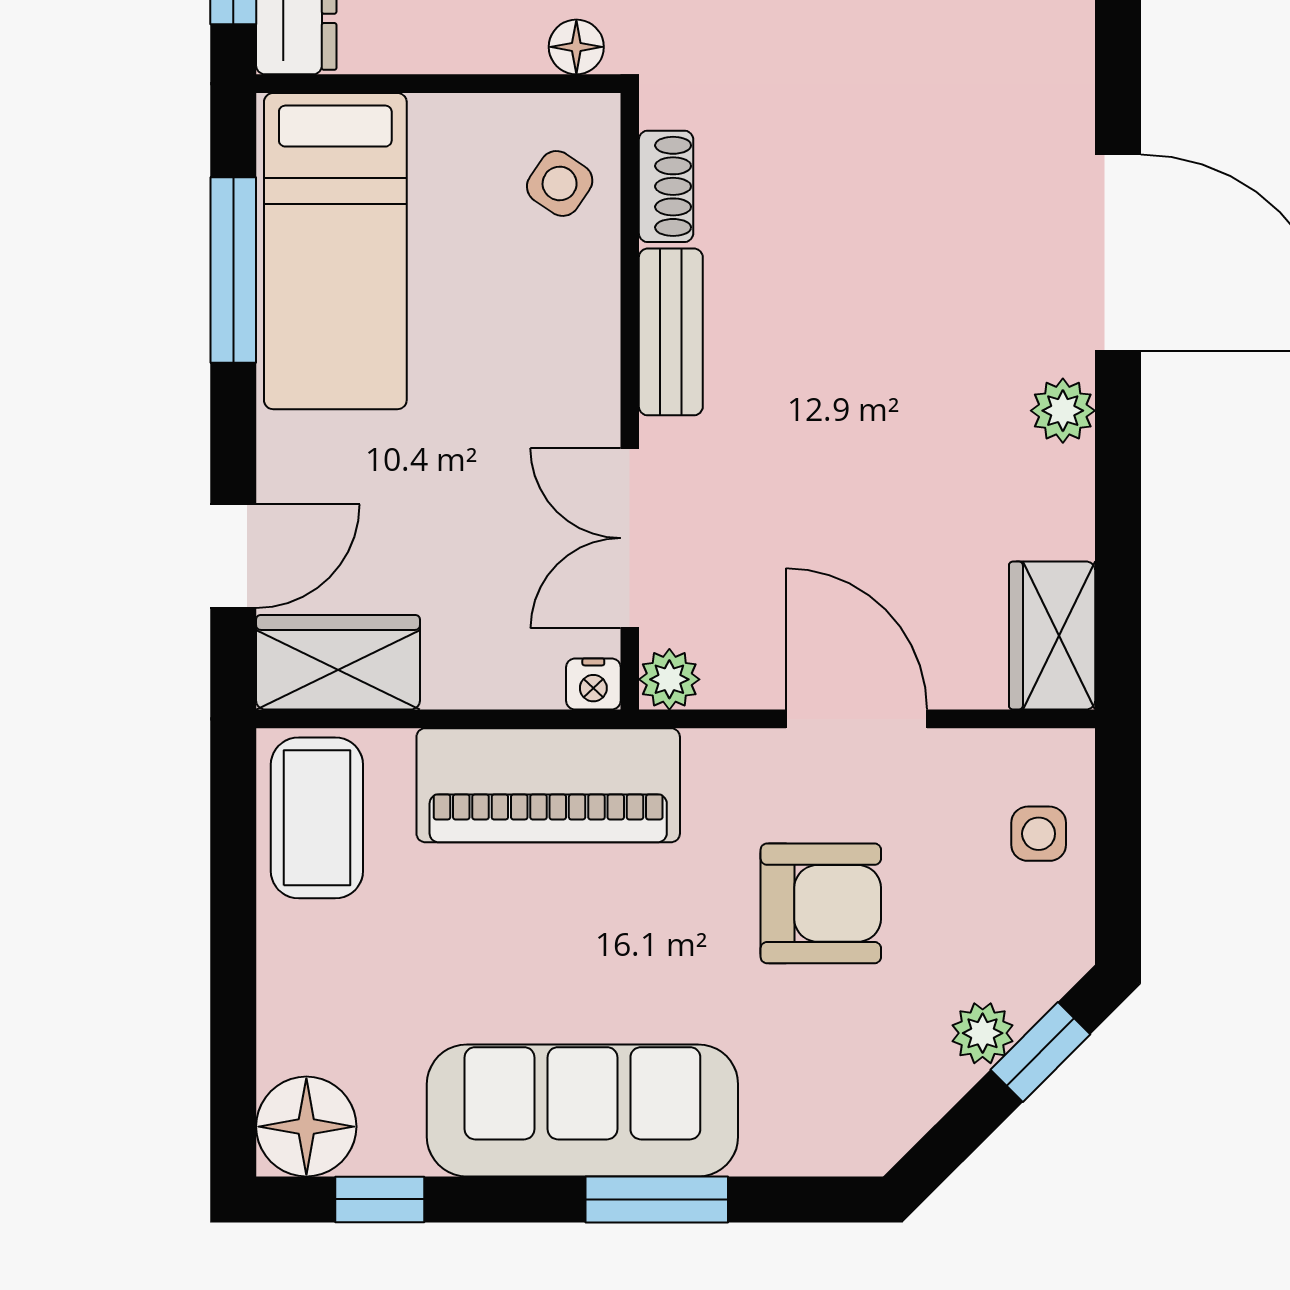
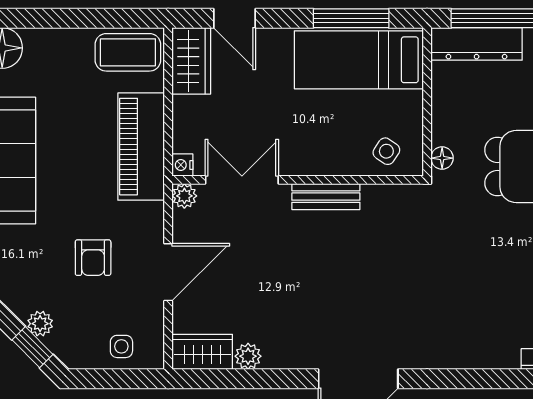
shoe rack: (666, 186) -> (385, 195), removed
plant: (1063, 411) -> (248, 356), moved
armchair: (821, 903) -> (93, 258), width x0.72, depth x0.72

